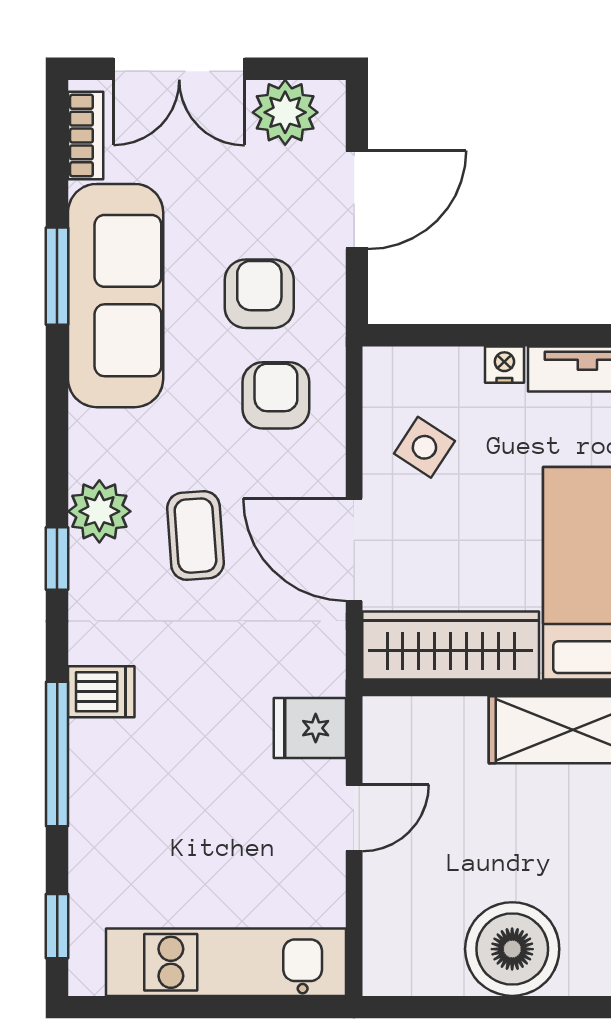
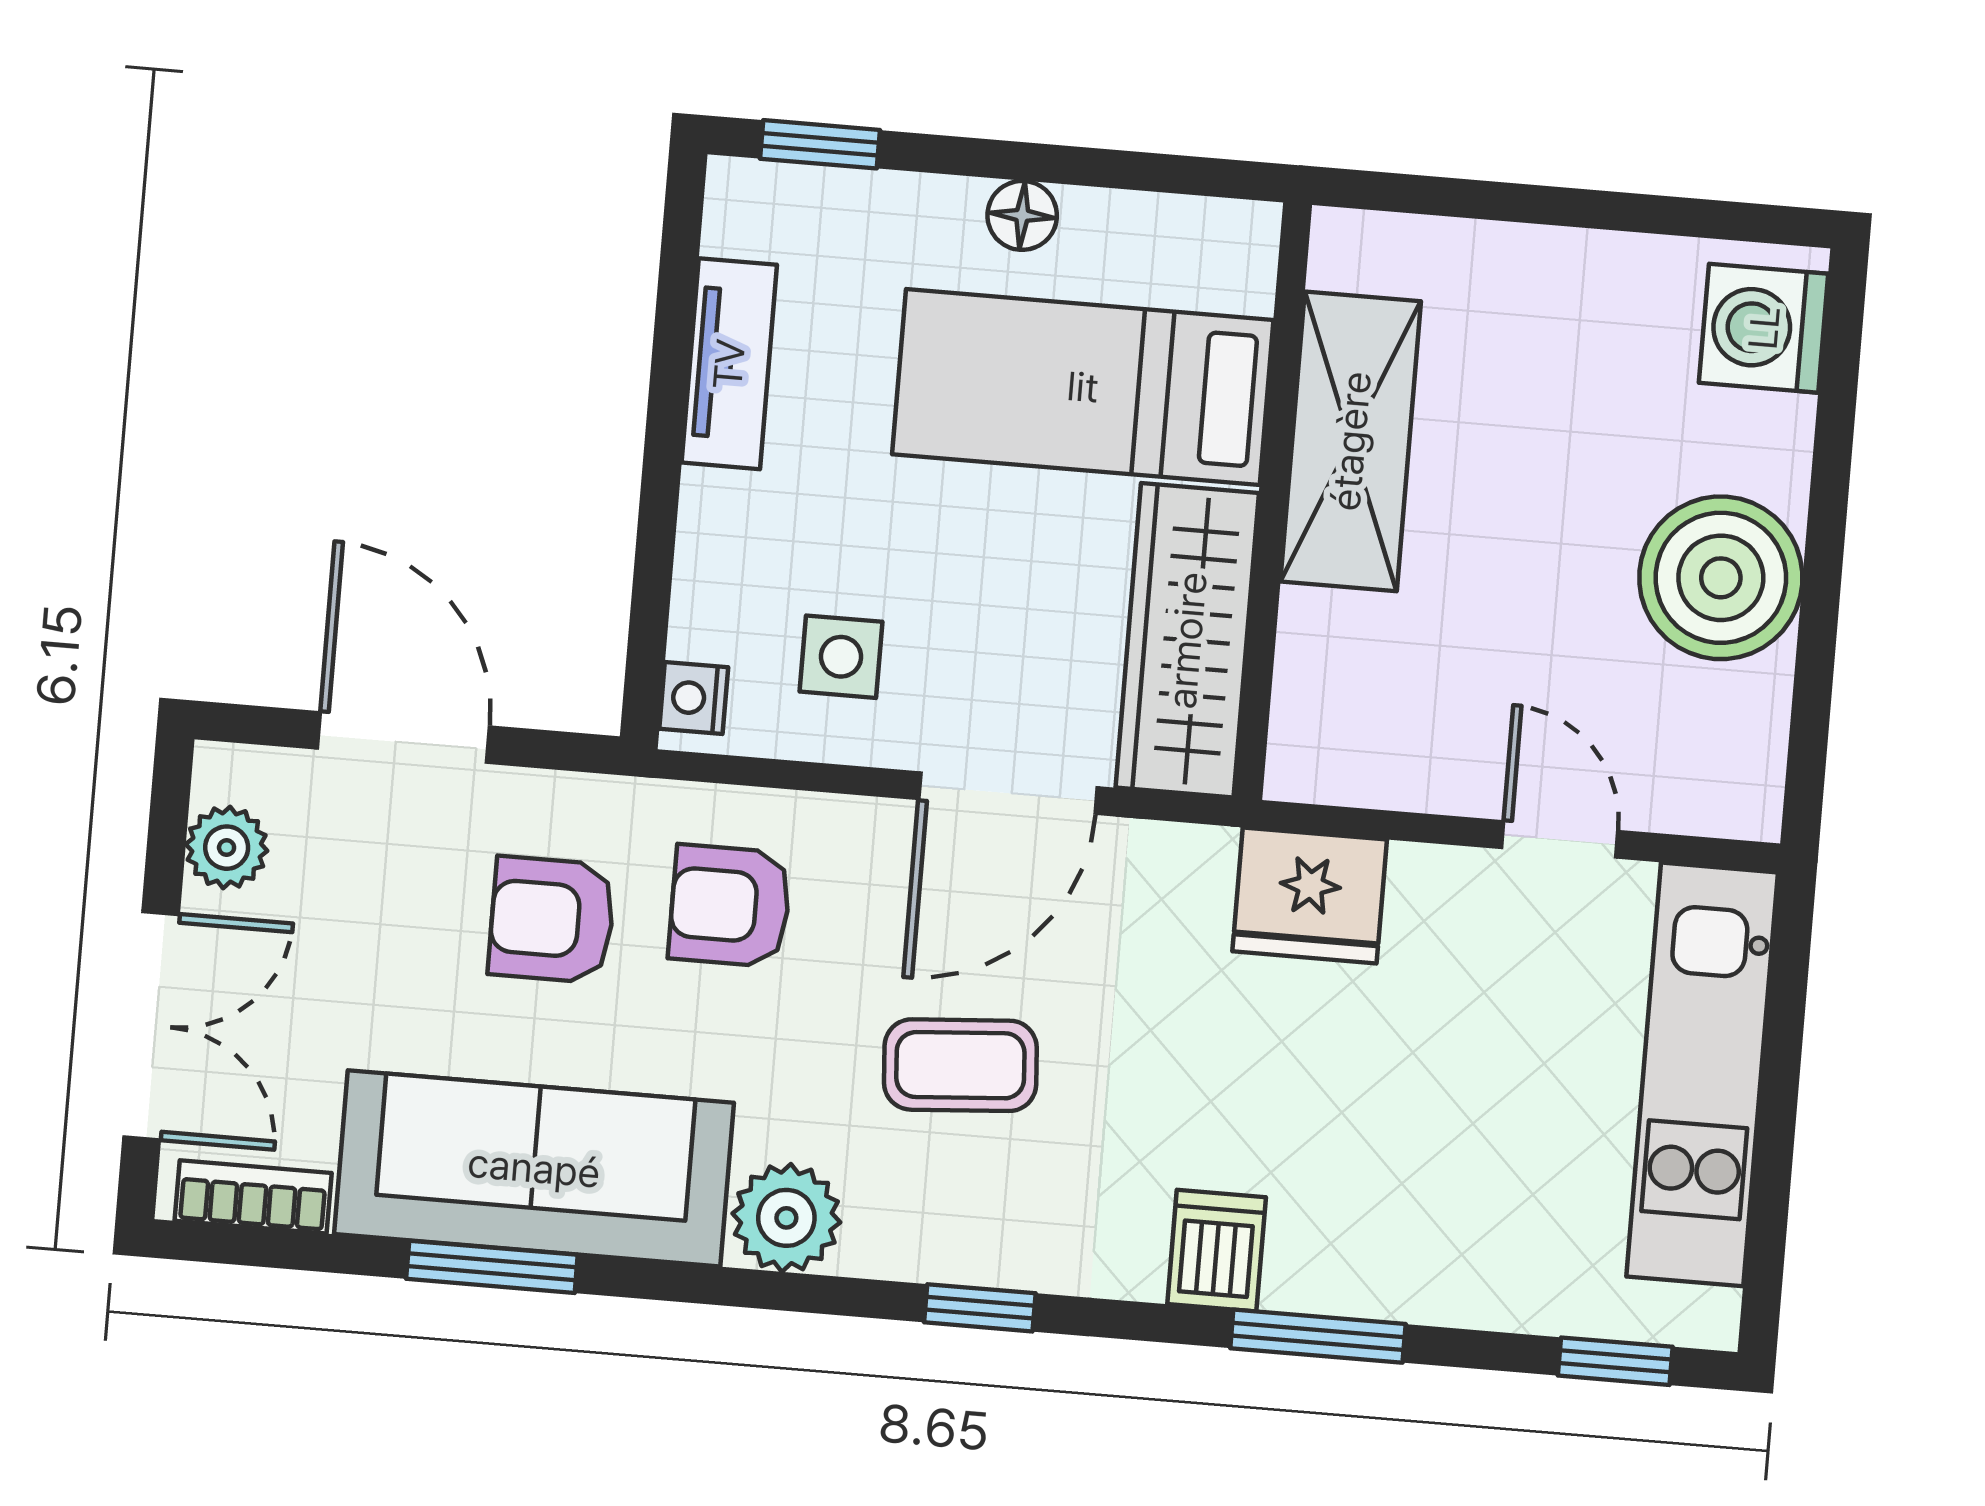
plant: (285, 112) -> (227, 848), width x0.73, depth x0.73
nightstand: (504, 365) -> (694, 698), moved
side table: (424, 447) -> (841, 657), turned -33
plant: (99, 511) -> (786, 1218), moved
fridge: (310, 728) -> (1310, 895), width x1.38
window: (57, 754) -> (1318, 1336), width x0.69
door: (354, 818) -> (1560, 839), moved

